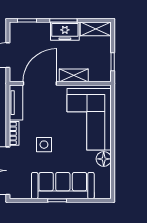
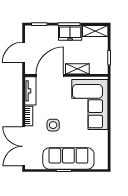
floor lamp: (104, 159) -> (102, 137), removed

